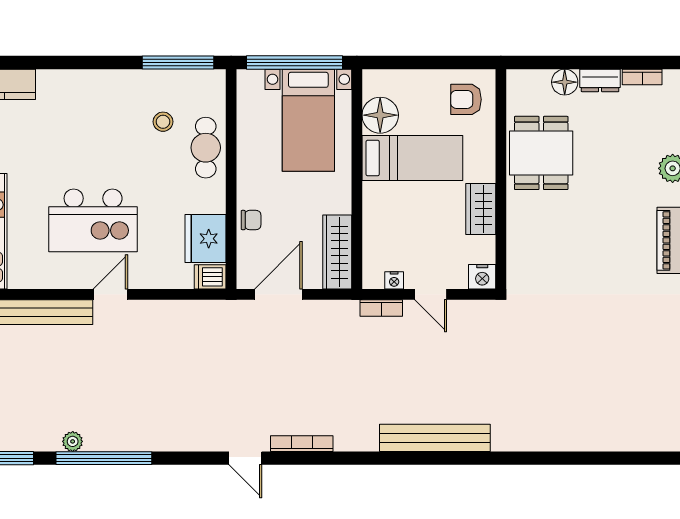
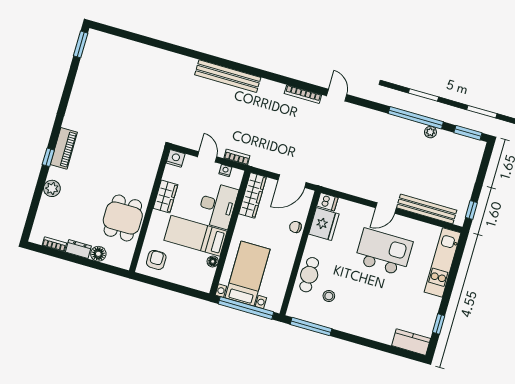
armchair: (466, 99) -> (156, 260), turned -90
floor lamp: (380, 115) -> (213, 261), width x0.53, depth x0.53
desk: (390, 219) -> (218, 205), added

